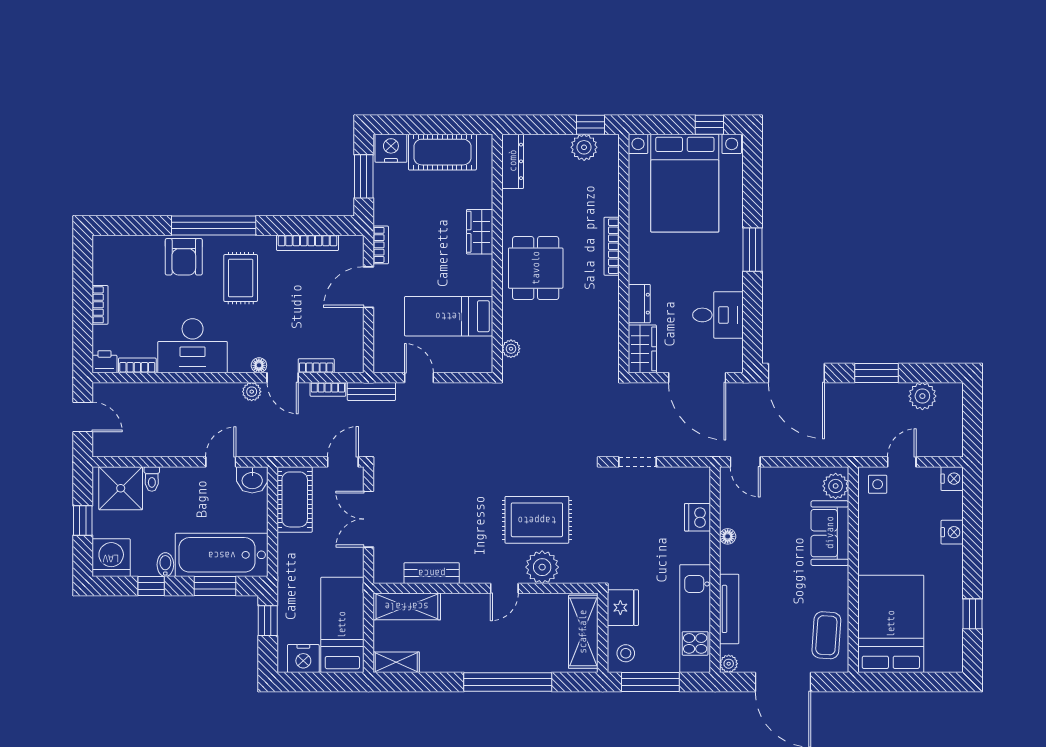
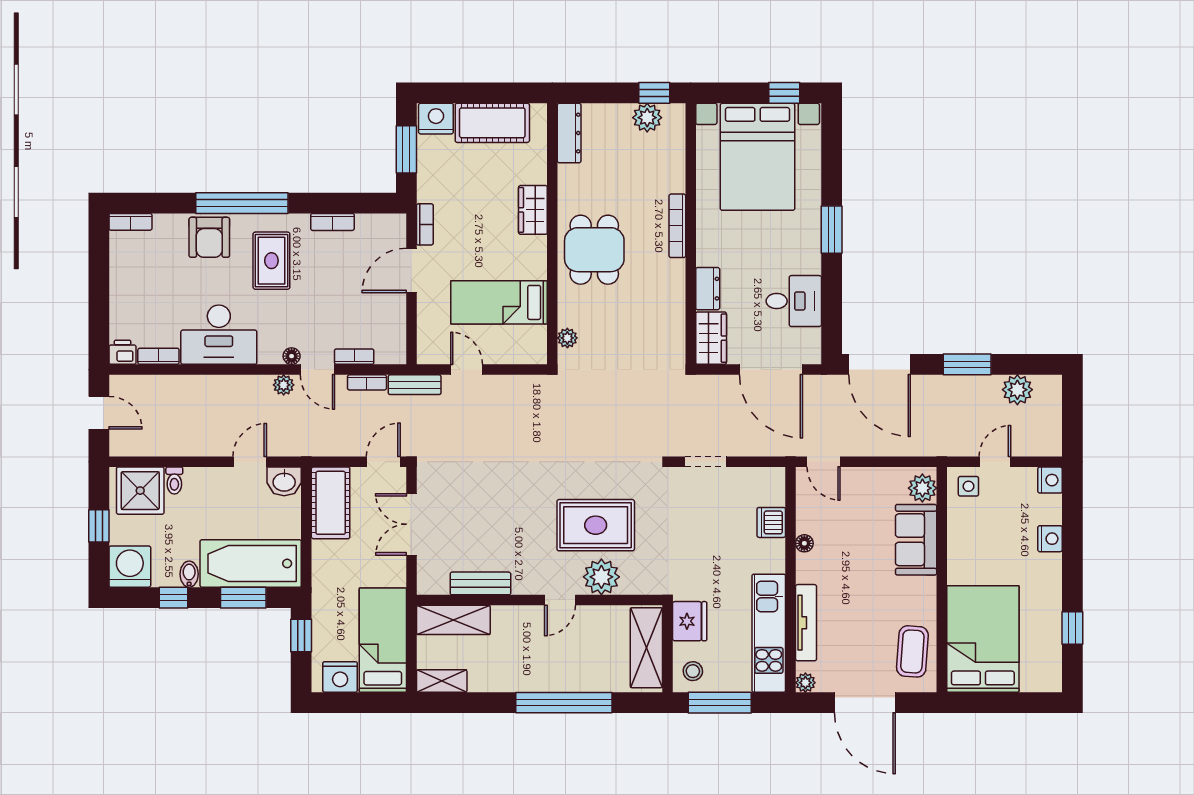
bookcase: (307, 243) -> (332, 222), width x0.64
bookcase: (100, 305) -> (130, 222), moved, turned 90

